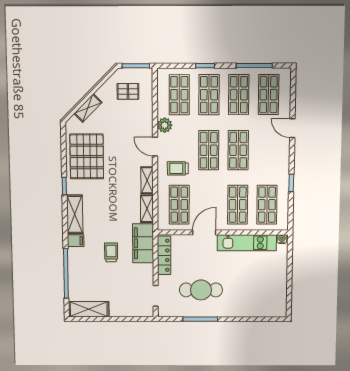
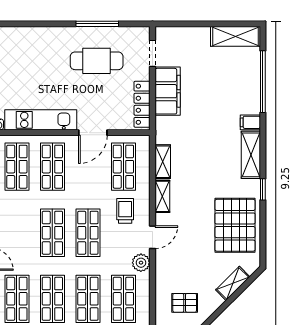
door: (155, 147) -> (152, 237), hinge flipped
trolley: (178, 168) -> (125, 211), turned -90
filing cabinet: (143, 243) -> (168, 91), moved
trolley: (111, 252) -> (207, 108), removed

